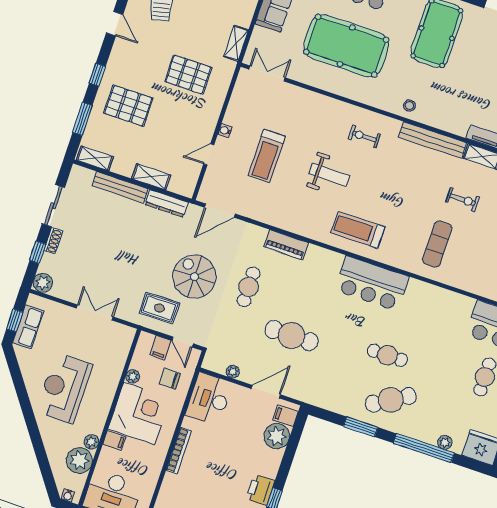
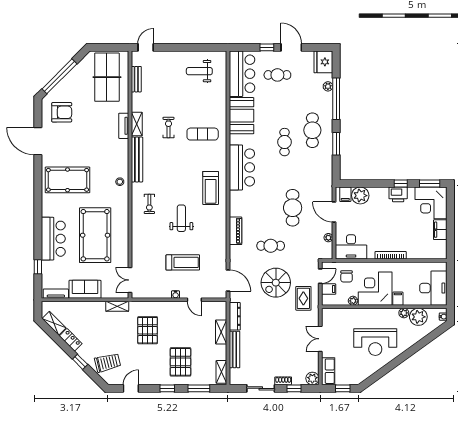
booth: (445, 307) -> (242, 116), added
row of seats: (28, 327) -> (328, 371), moved, turned 90
cafe table: (391, 400) -> (312, 130), turned 31

